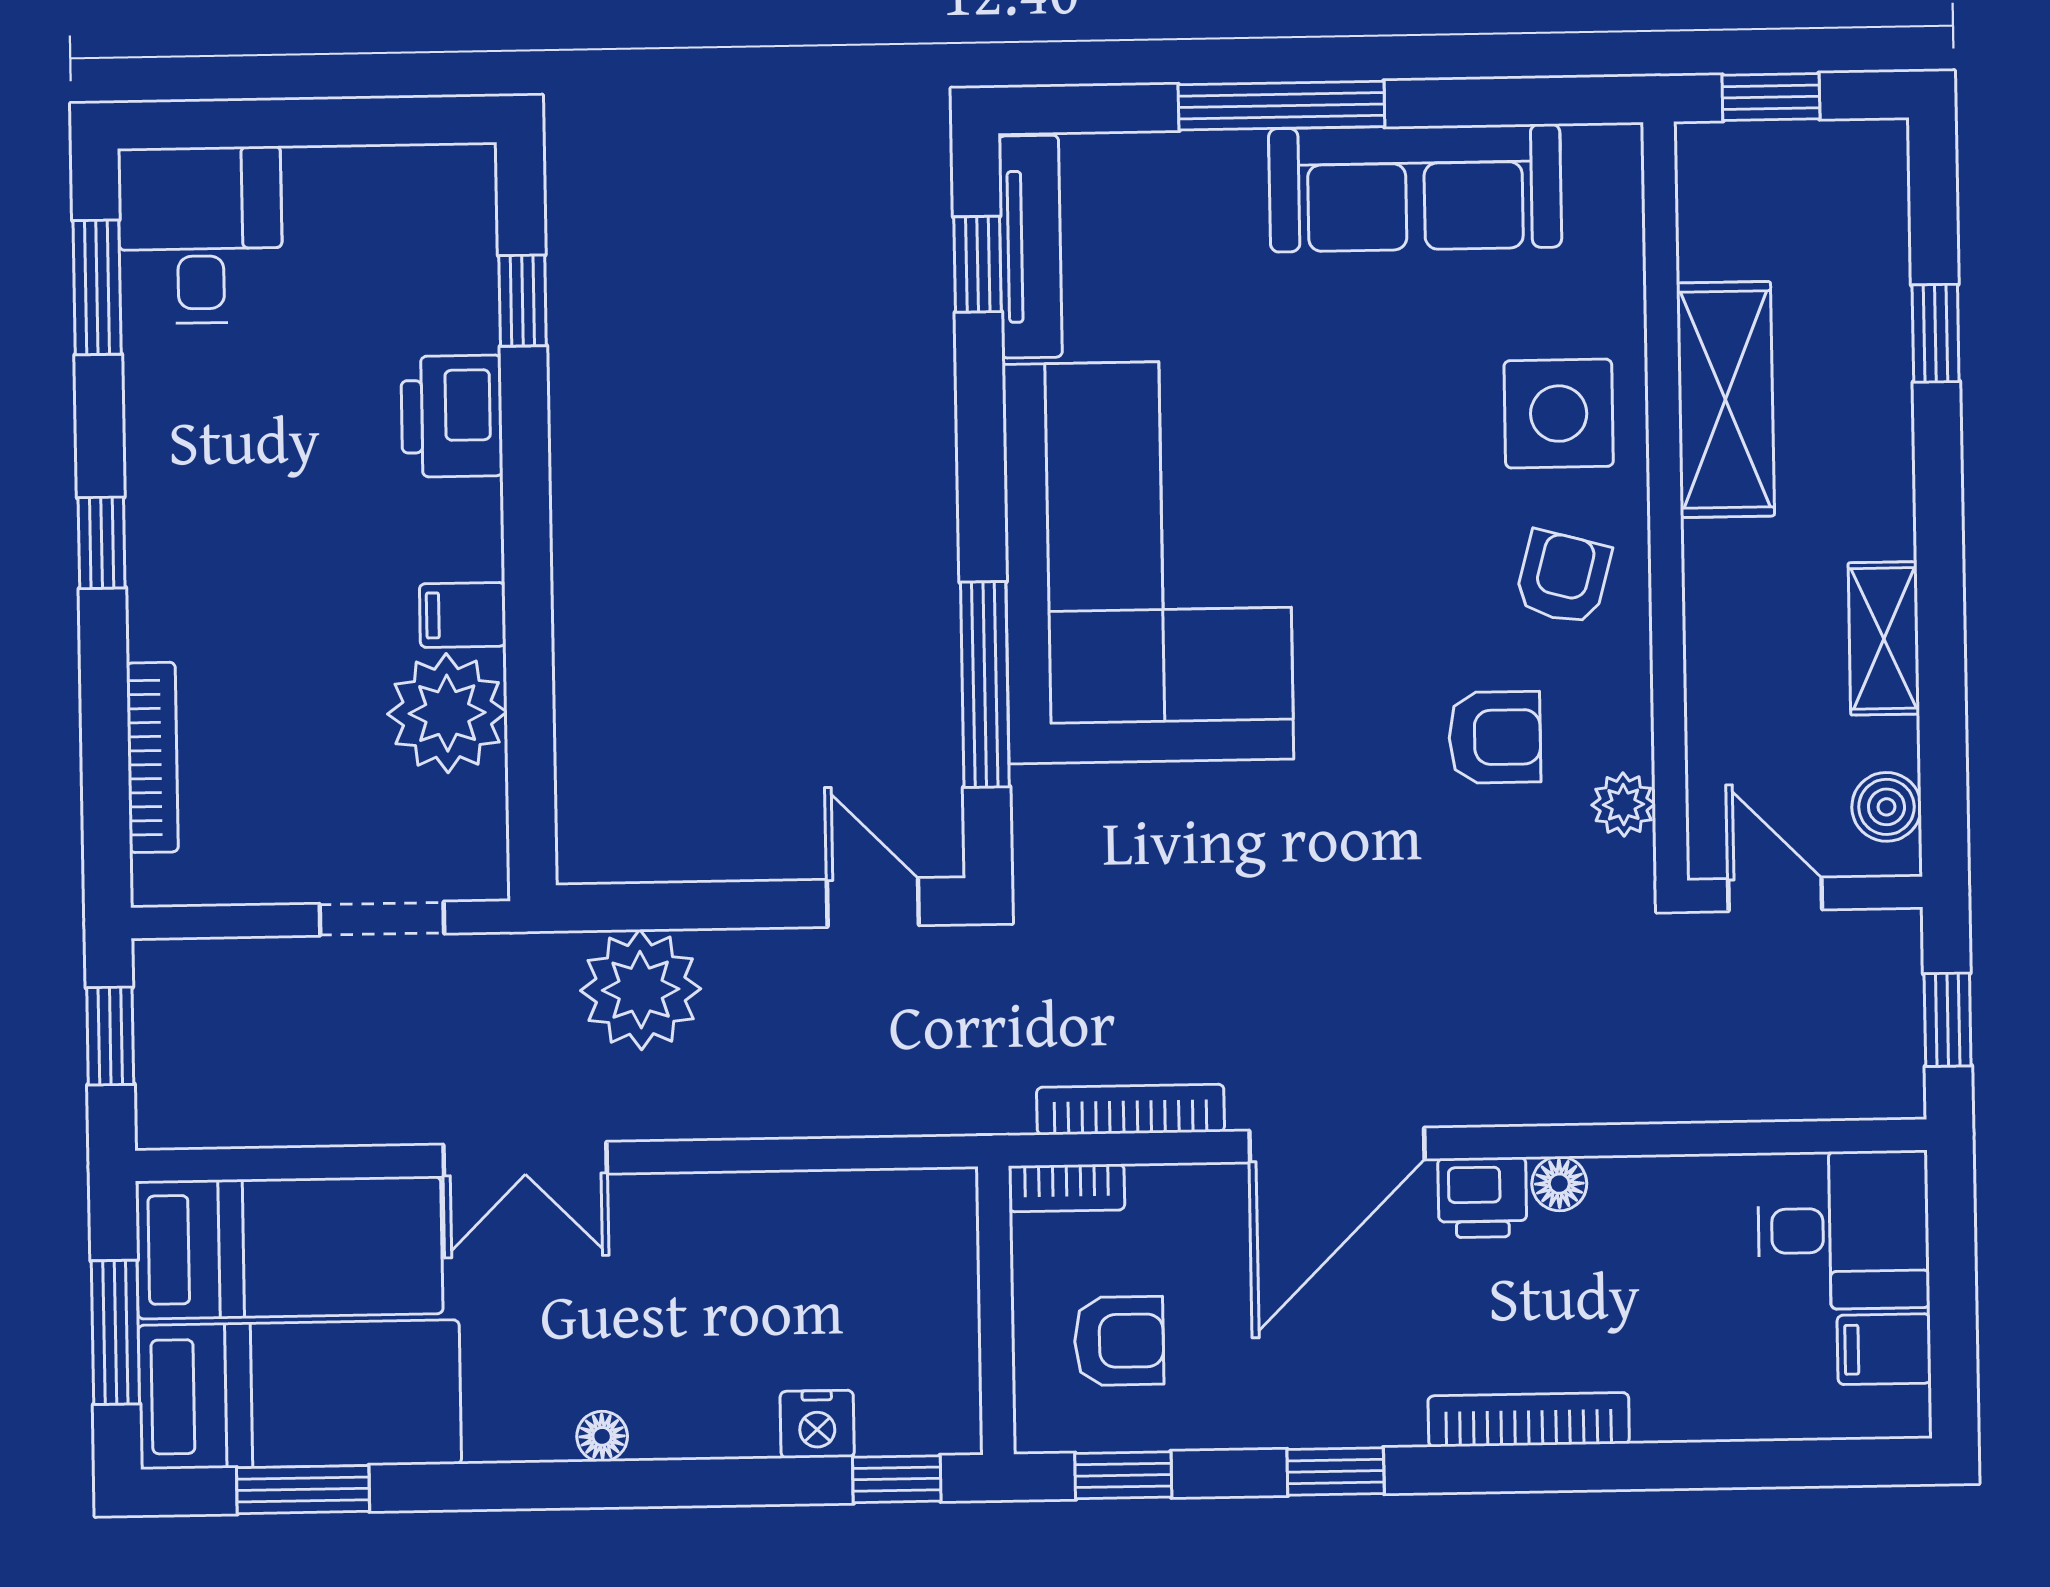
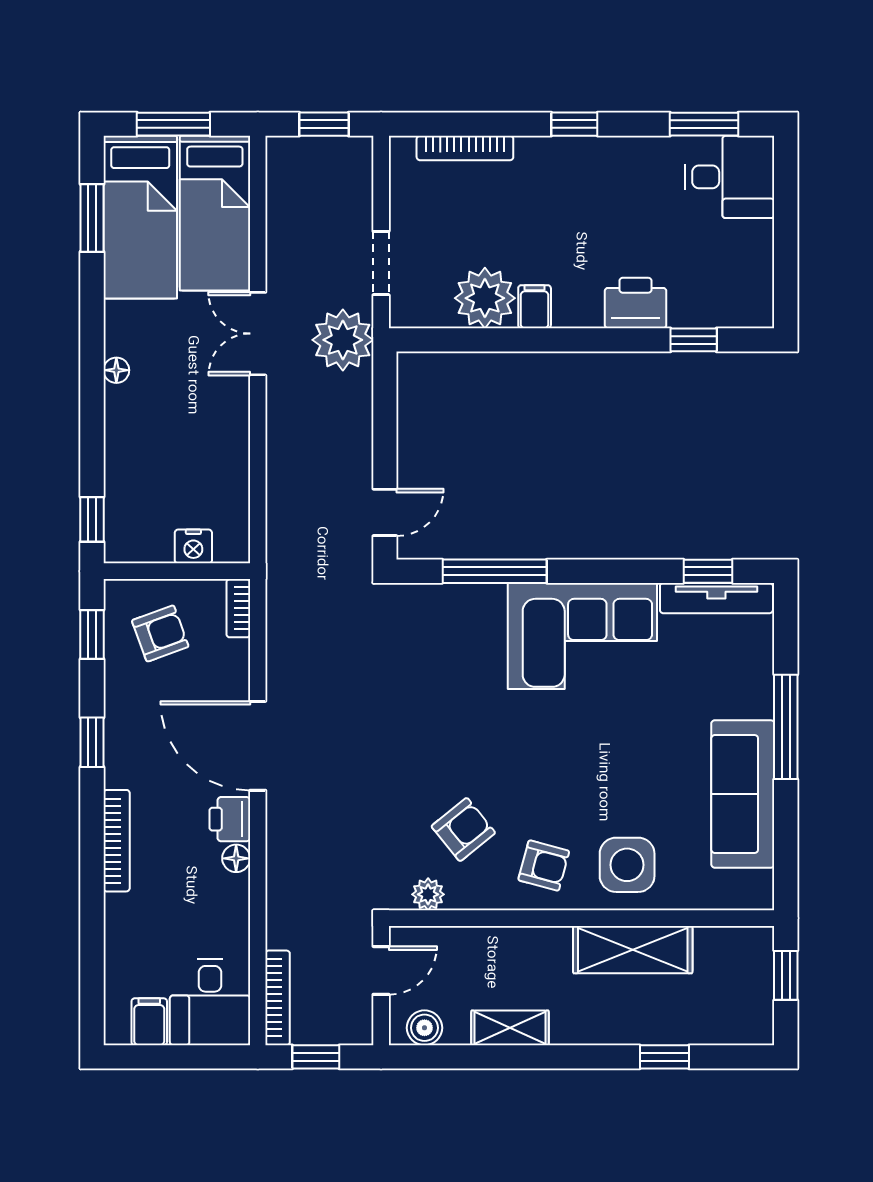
corner sofa: (1148, 562) -> (582, 636), width x0.73, depth x0.74
armchair: (1495, 737) -> (463, 830), turned -129
plant: (641, 990) -> (343, 340), moved
bookcase: (1131, 1109) -> (278, 998), moved
armchair: (1119, 1341) -> (160, 633), turned -110
nightstand: (817, 1424) -> (193, 546), moved, turned -90

